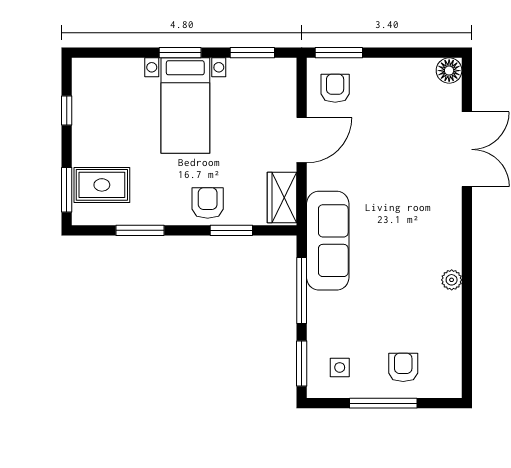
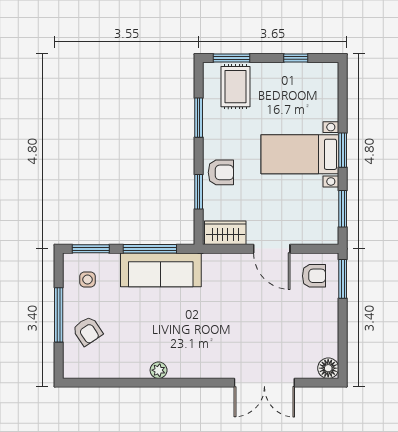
sofa: (328, 241) -> (161, 270), moved
armchair: (403, 367) -> (88, 331), turned 56

